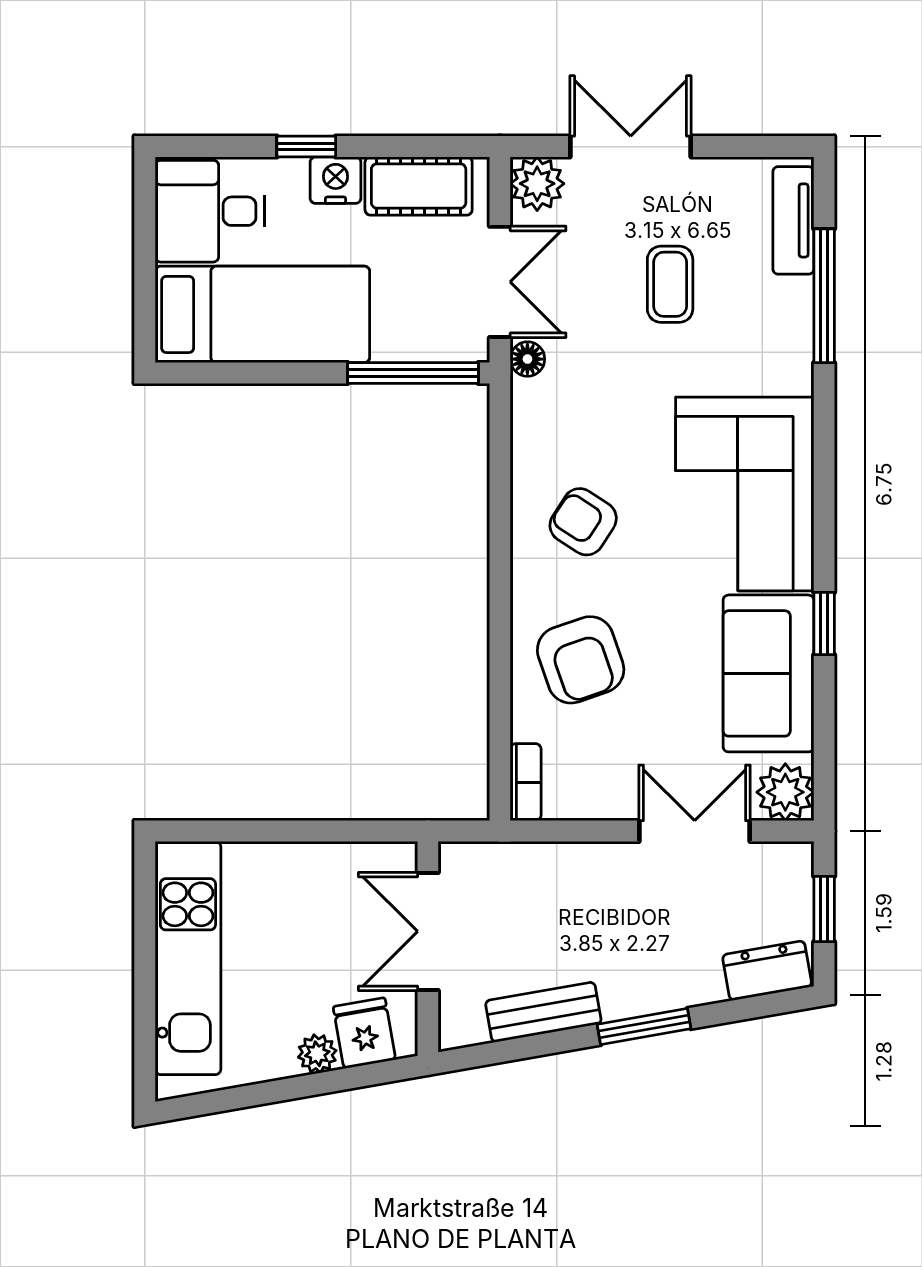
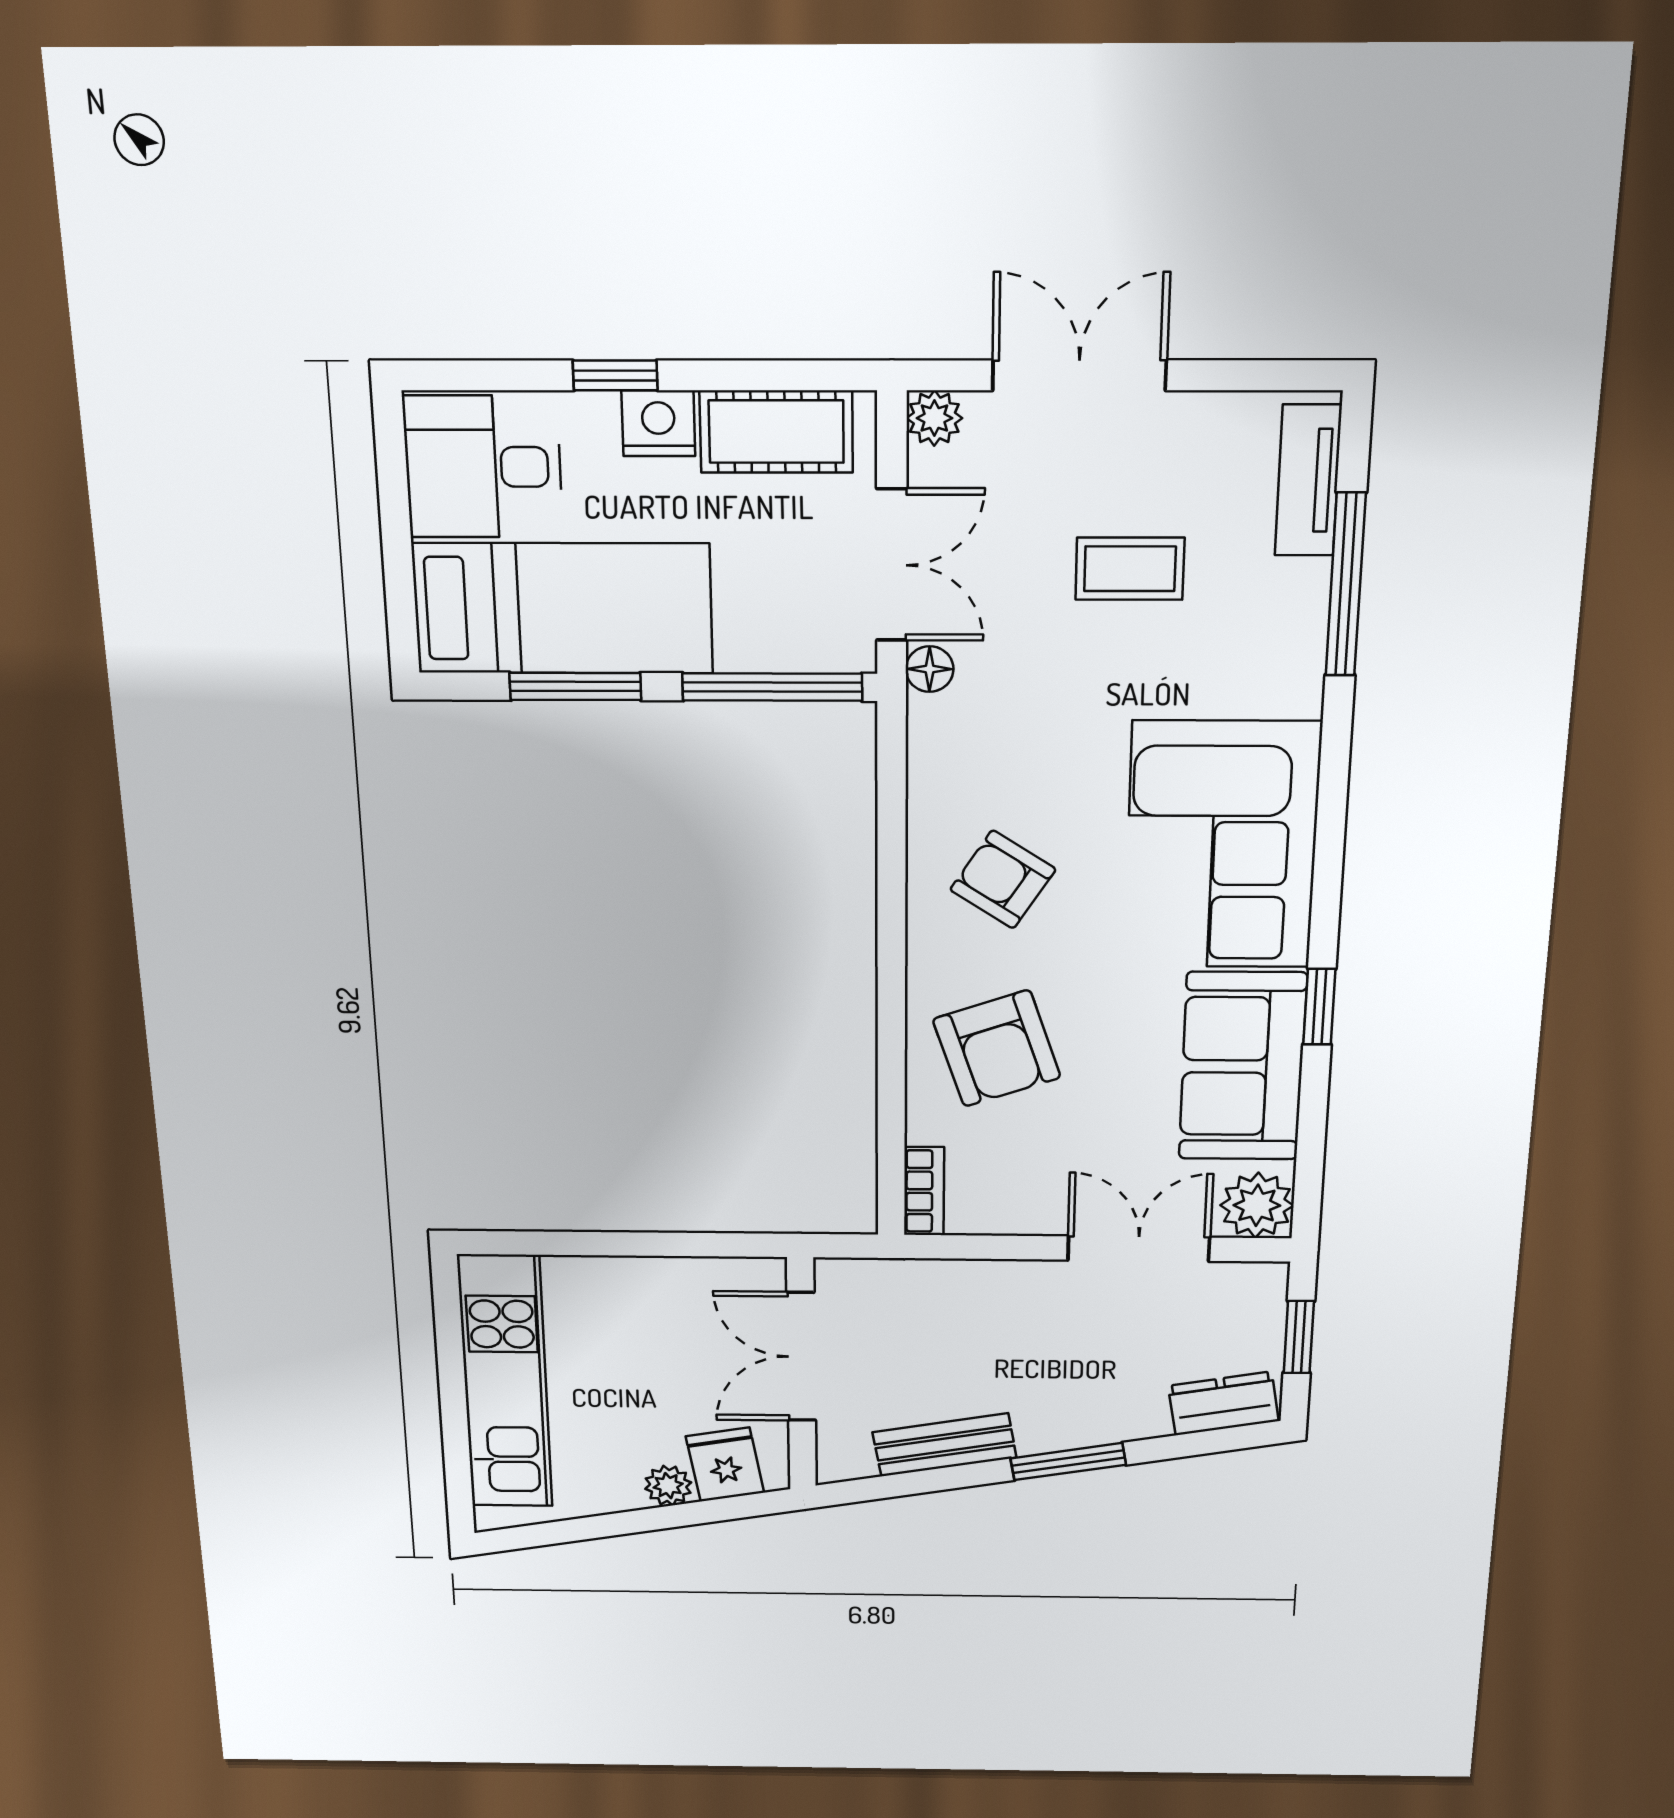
plant: (537, 184) -> (934, 418), width x0.73, depth x0.73
coffee table: (670, 284) -> (1130, 569), turned 90
window: (269, 373) -> (575, 686), added

